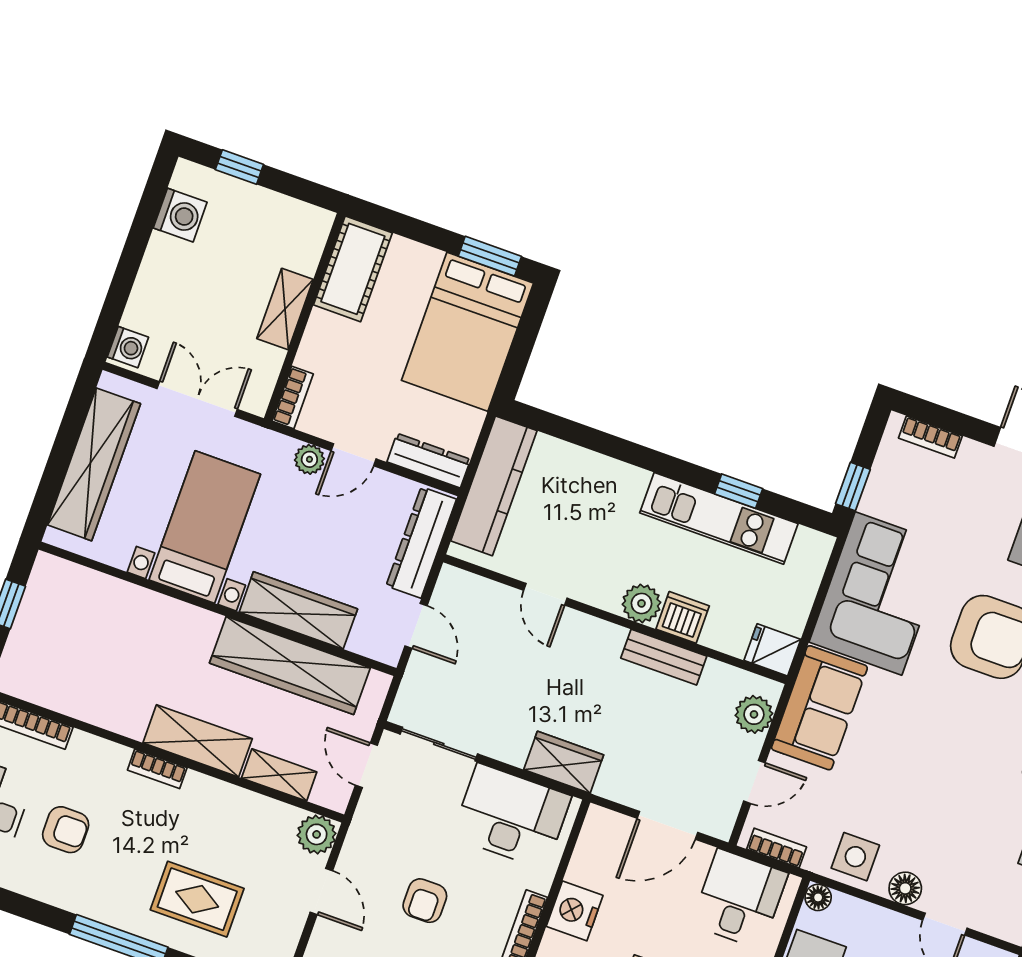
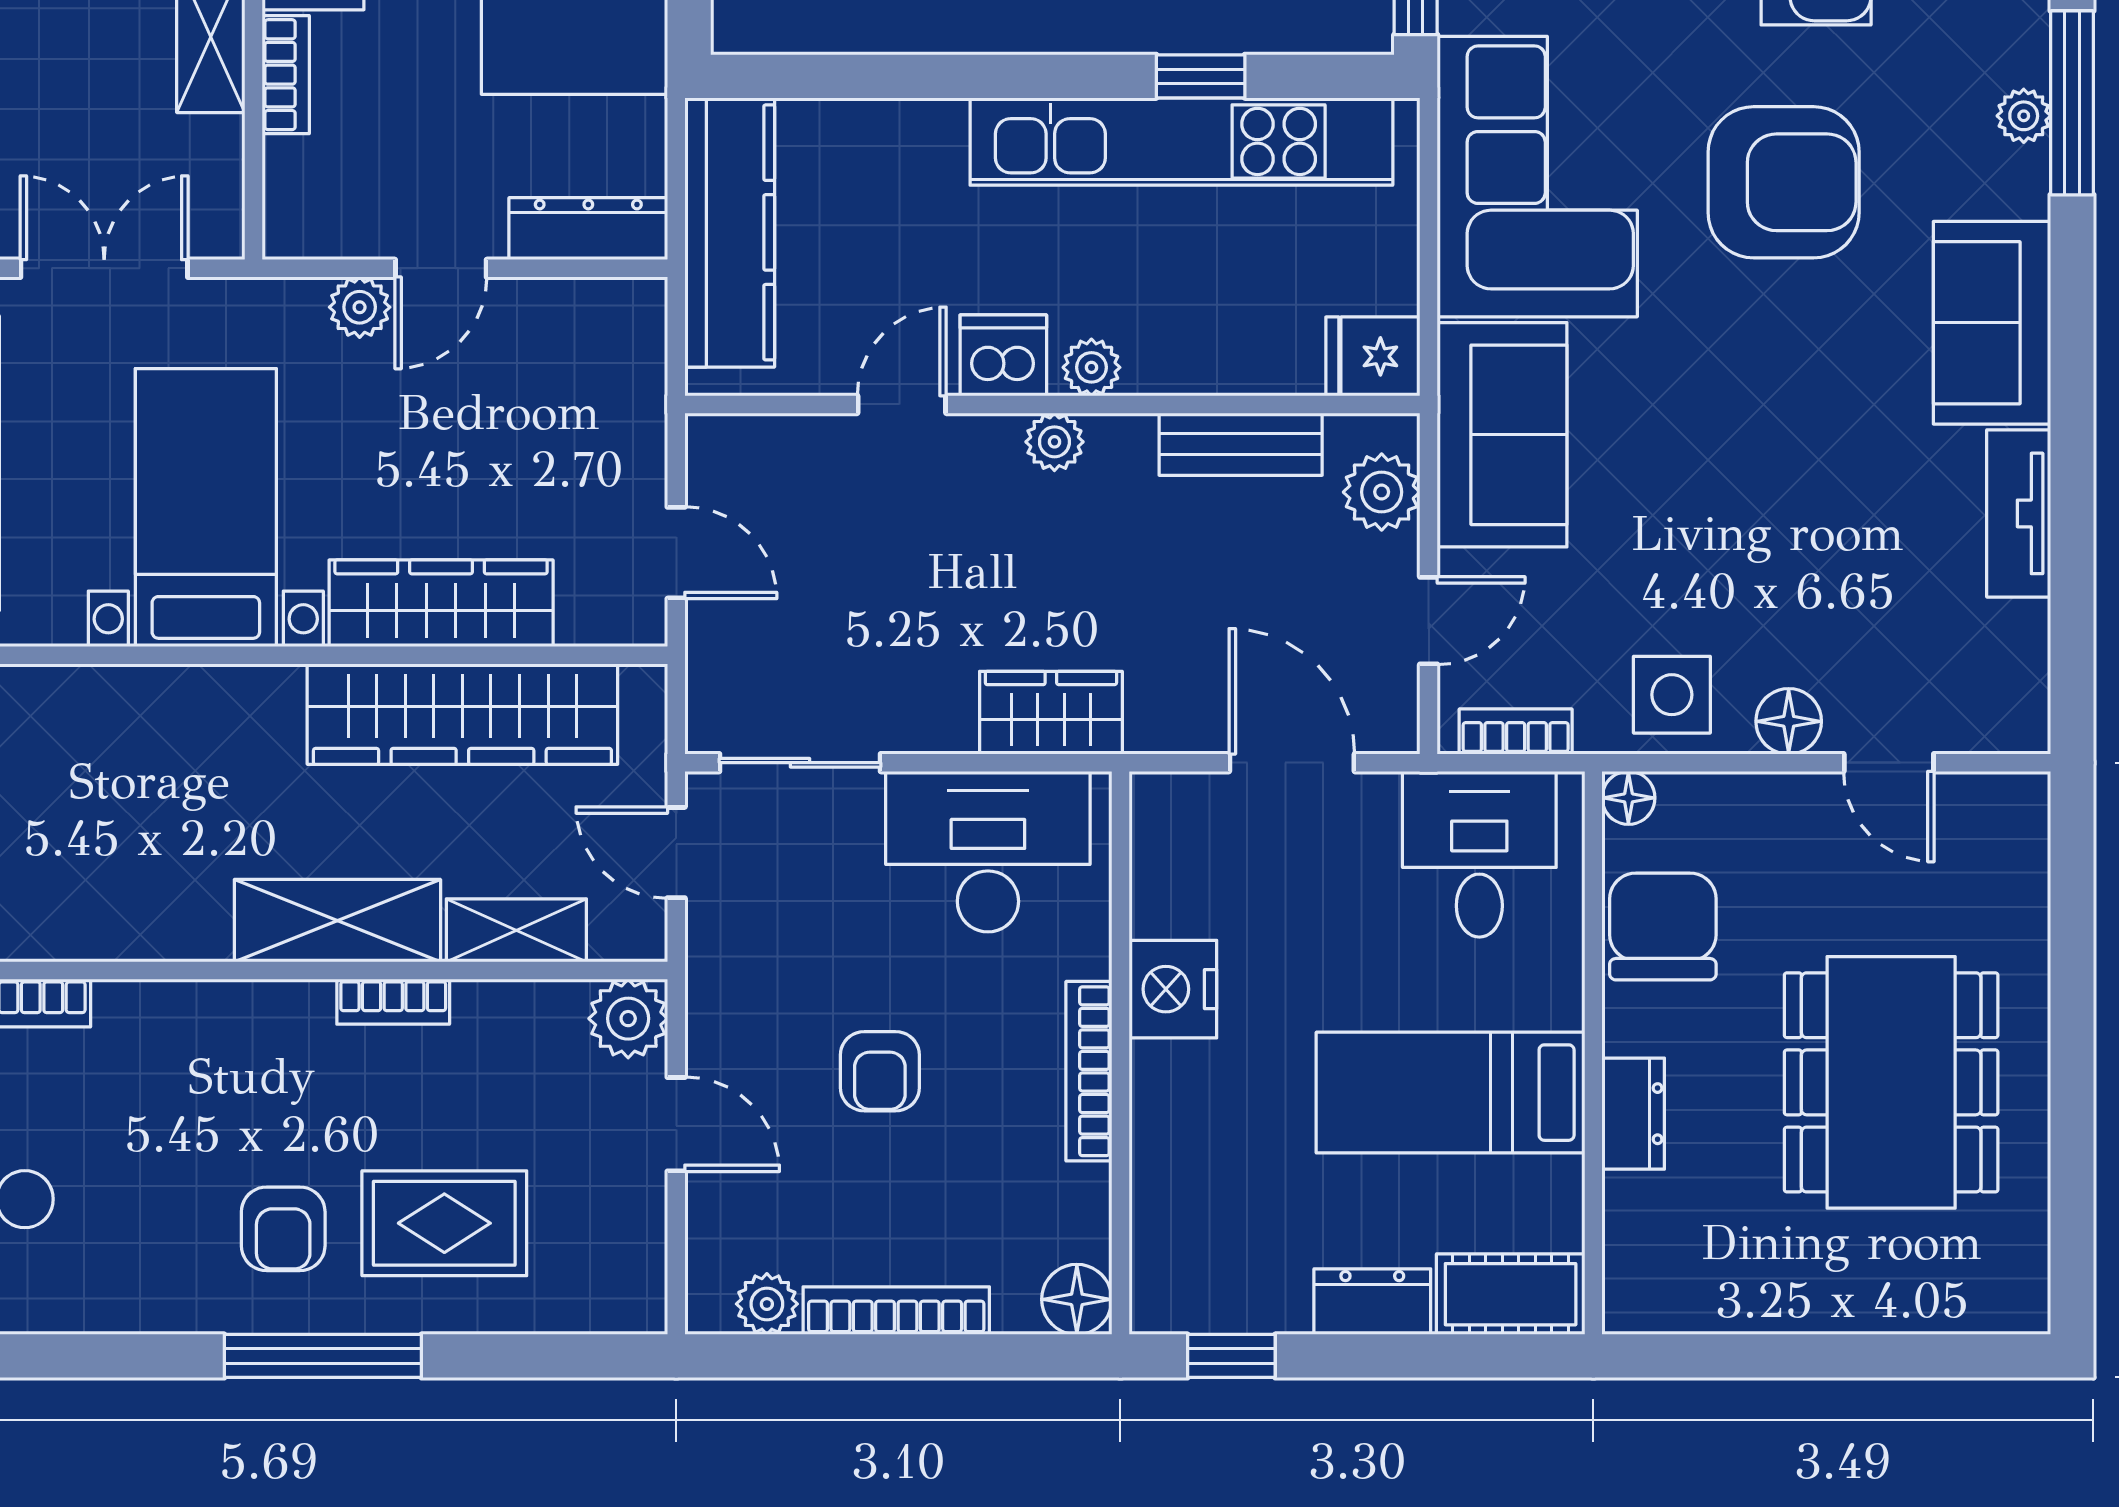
bookcase: (293, 398) -> (286, 75), moved
kitchen unit: (719, 518) -> (1181, 141), width x1.36
dresser: (421, 543) -> (630, 390), removed
door: (545, 594) -> (902, 404), swing flipped
plant: (641, 603) -> (1091, 367), width x0.73, depth x0.73
dishwasher: (683, 617) -> (1003, 355), moved
plant: (610, 637) -> (1054, 442), added
bench: (664, 657) -> (1241, 444), moved
bookcase: (157, 769) -> (393, 1002), moved
door: (667, 825) -> (1292, 763), swing flipped
armchair: (66, 830) -> (283, 1229), moved, turned 90

